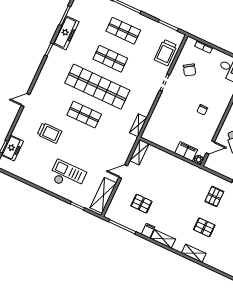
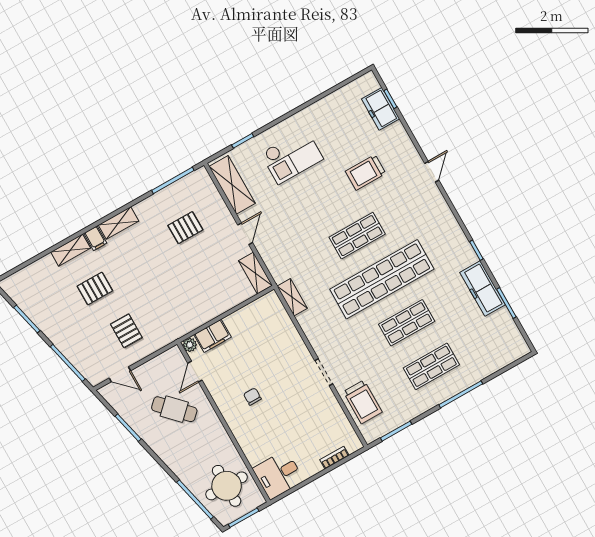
trolley: (166, 53) -> (363, 402), turned 180
chair: (189, 70) -> (317, 417), removed
filing cabinet: (148, 231) -> (95, 238), moved

